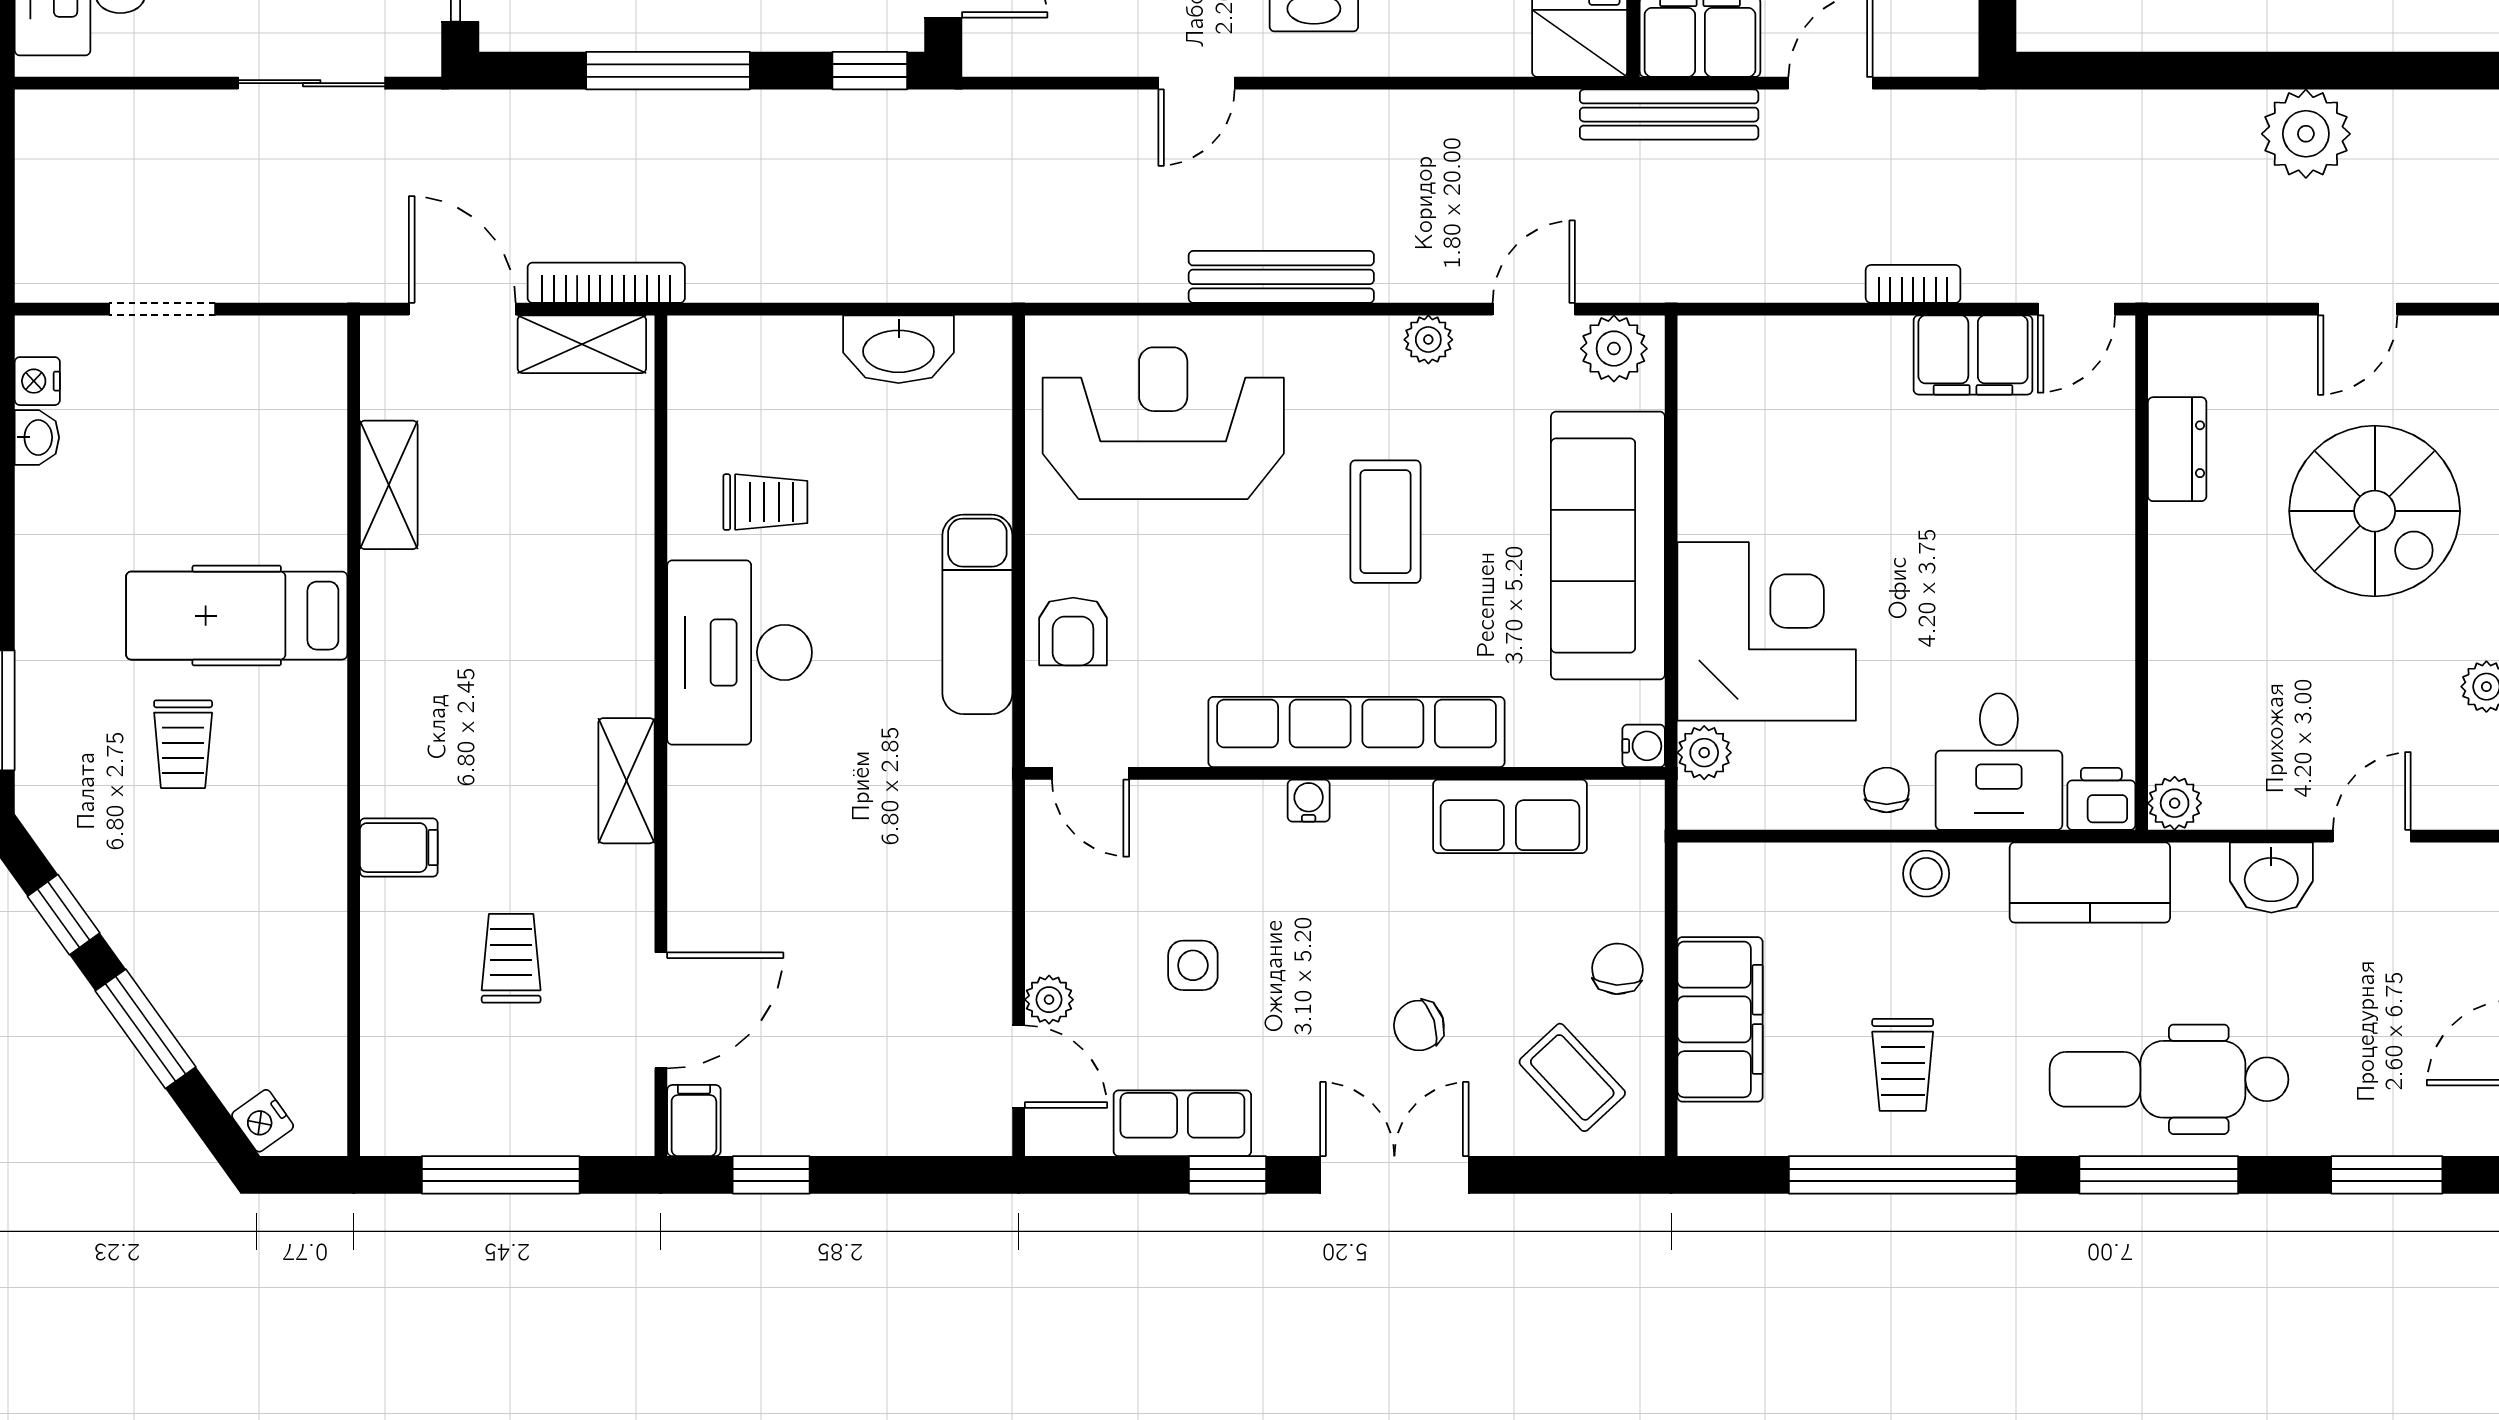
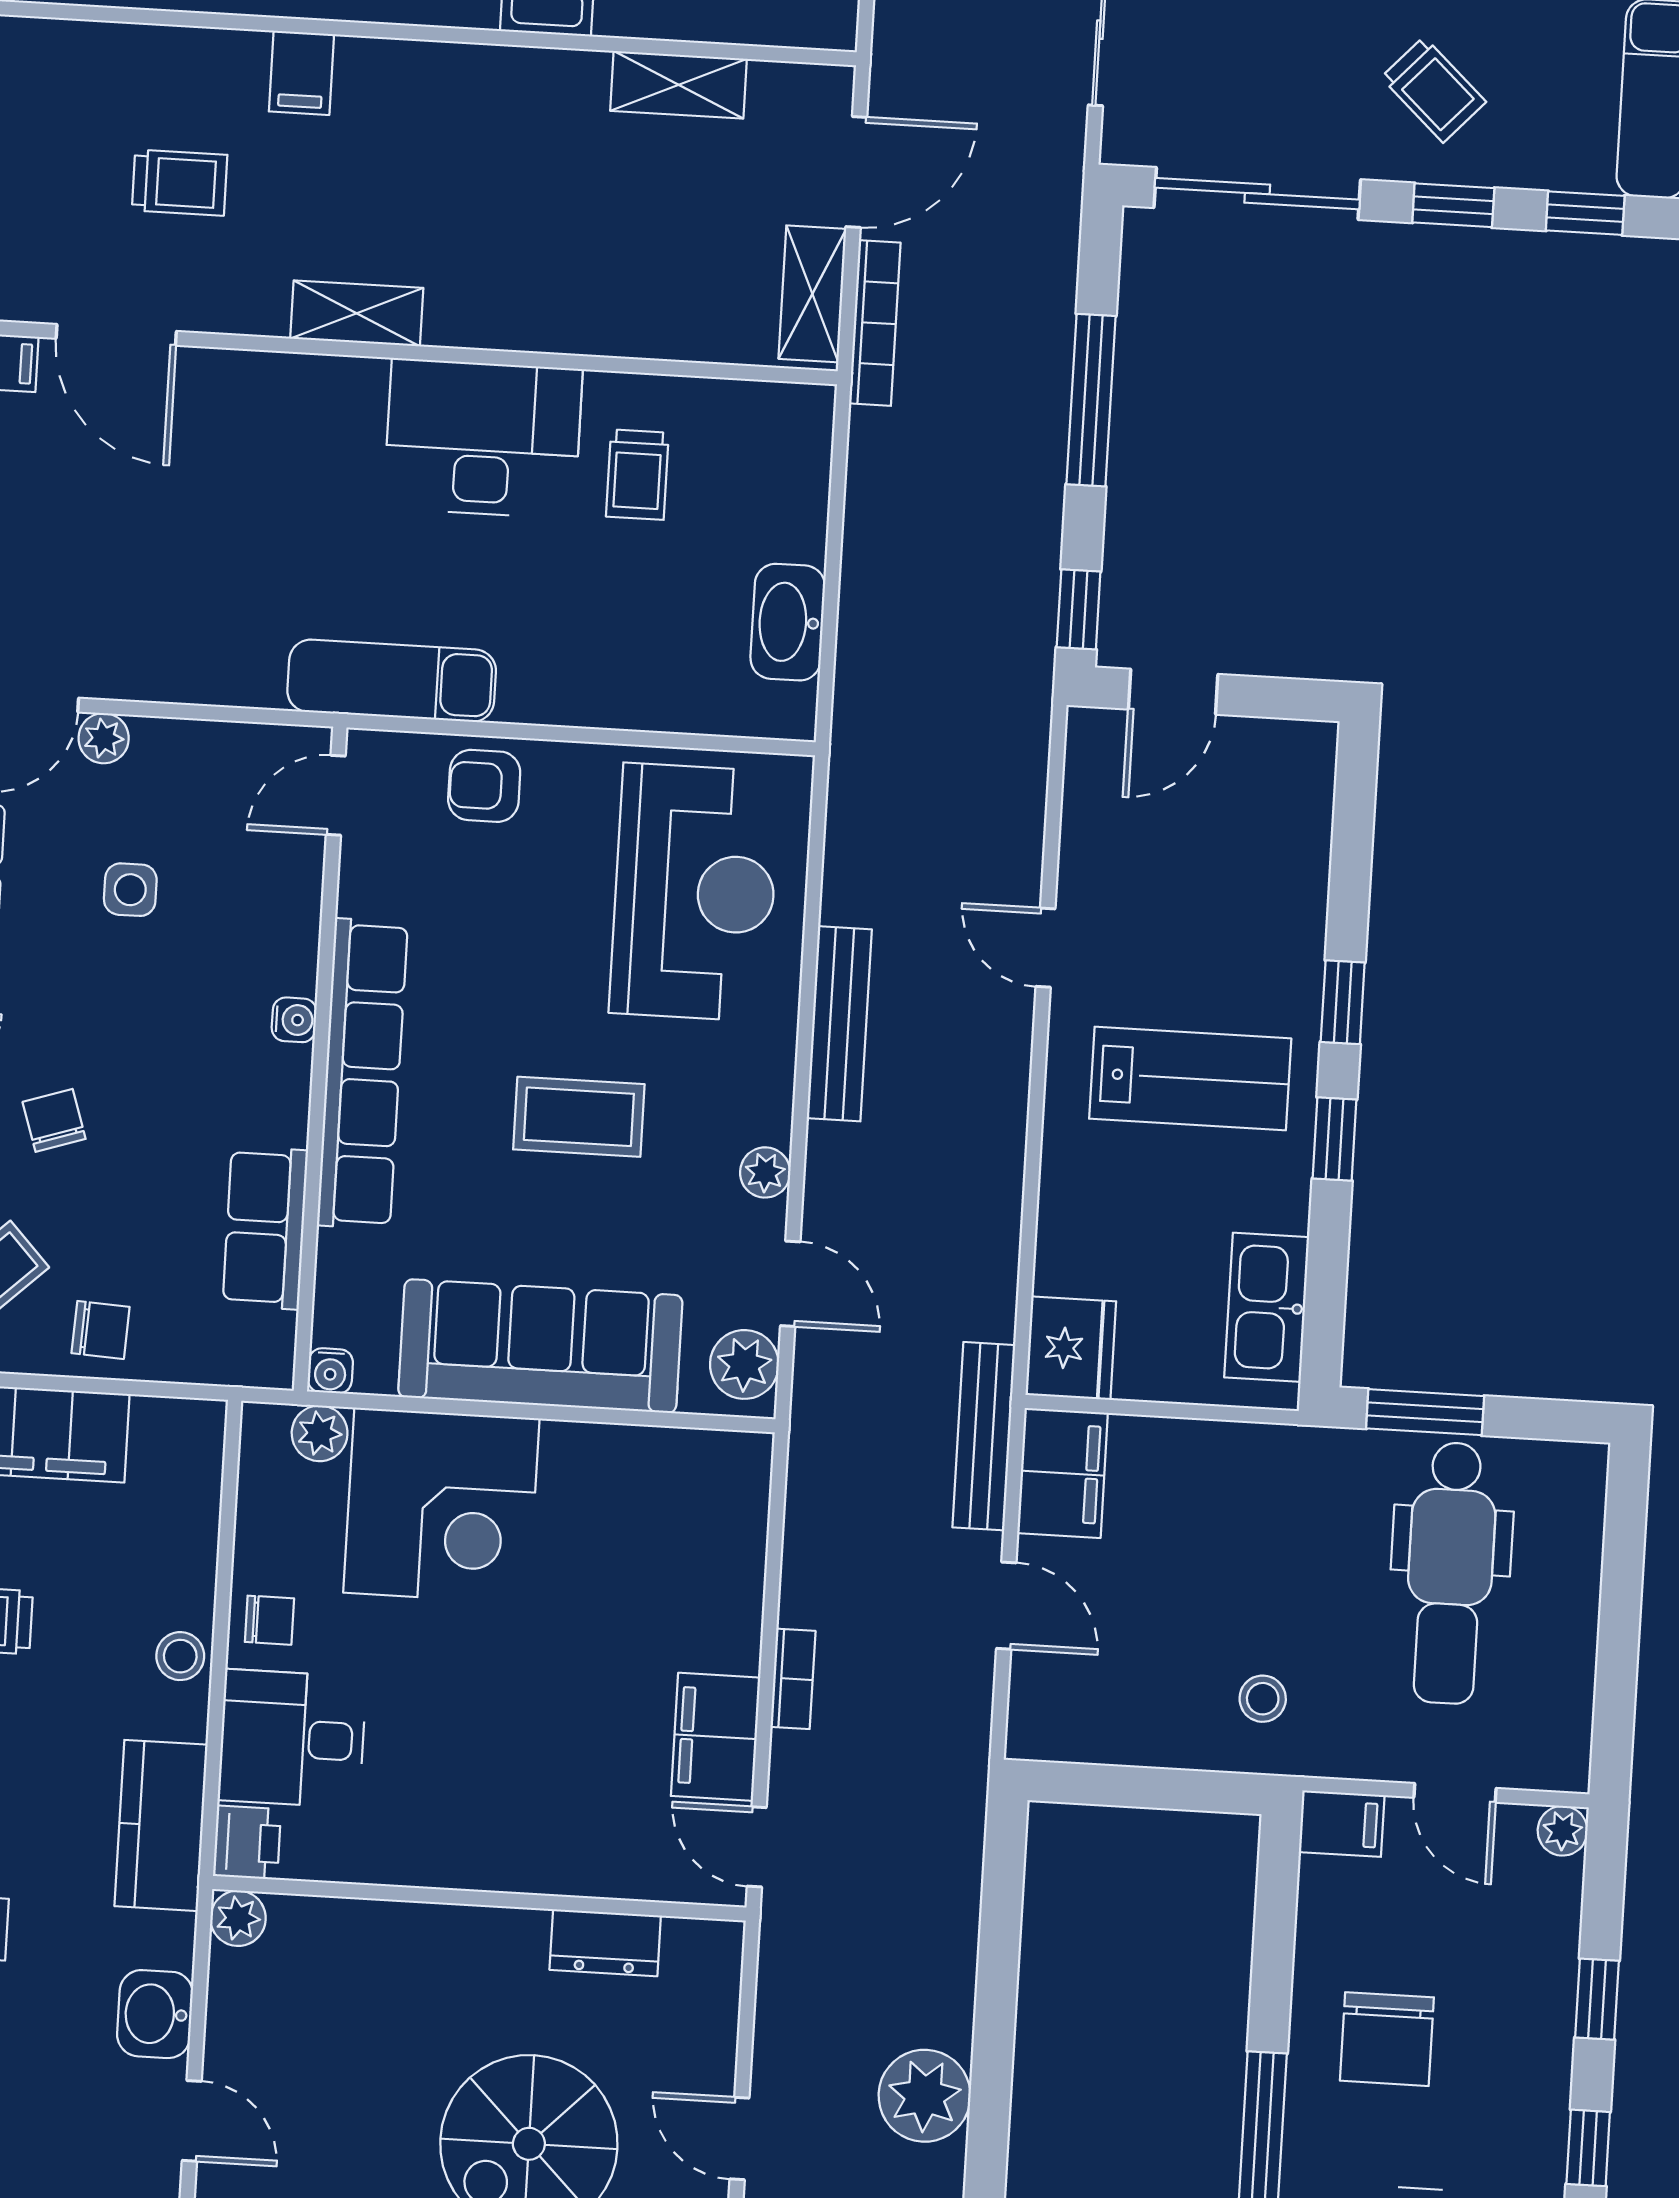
exam couch: (977, 614) -> (392, 681), moved

